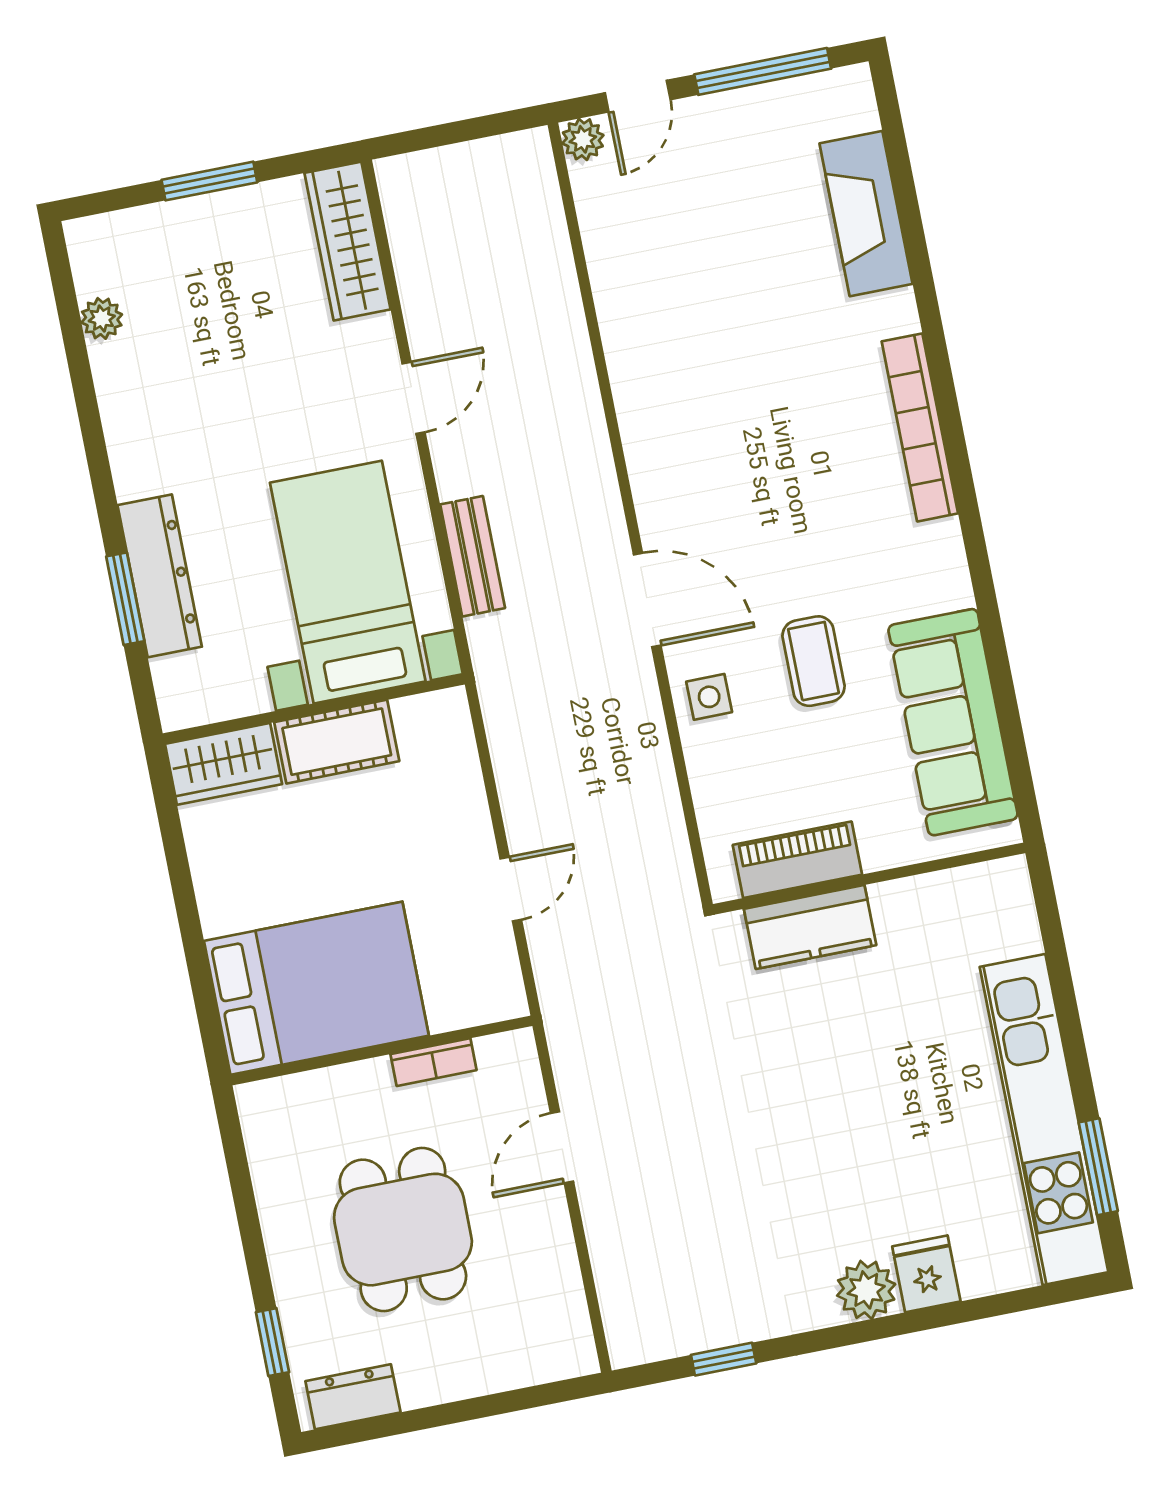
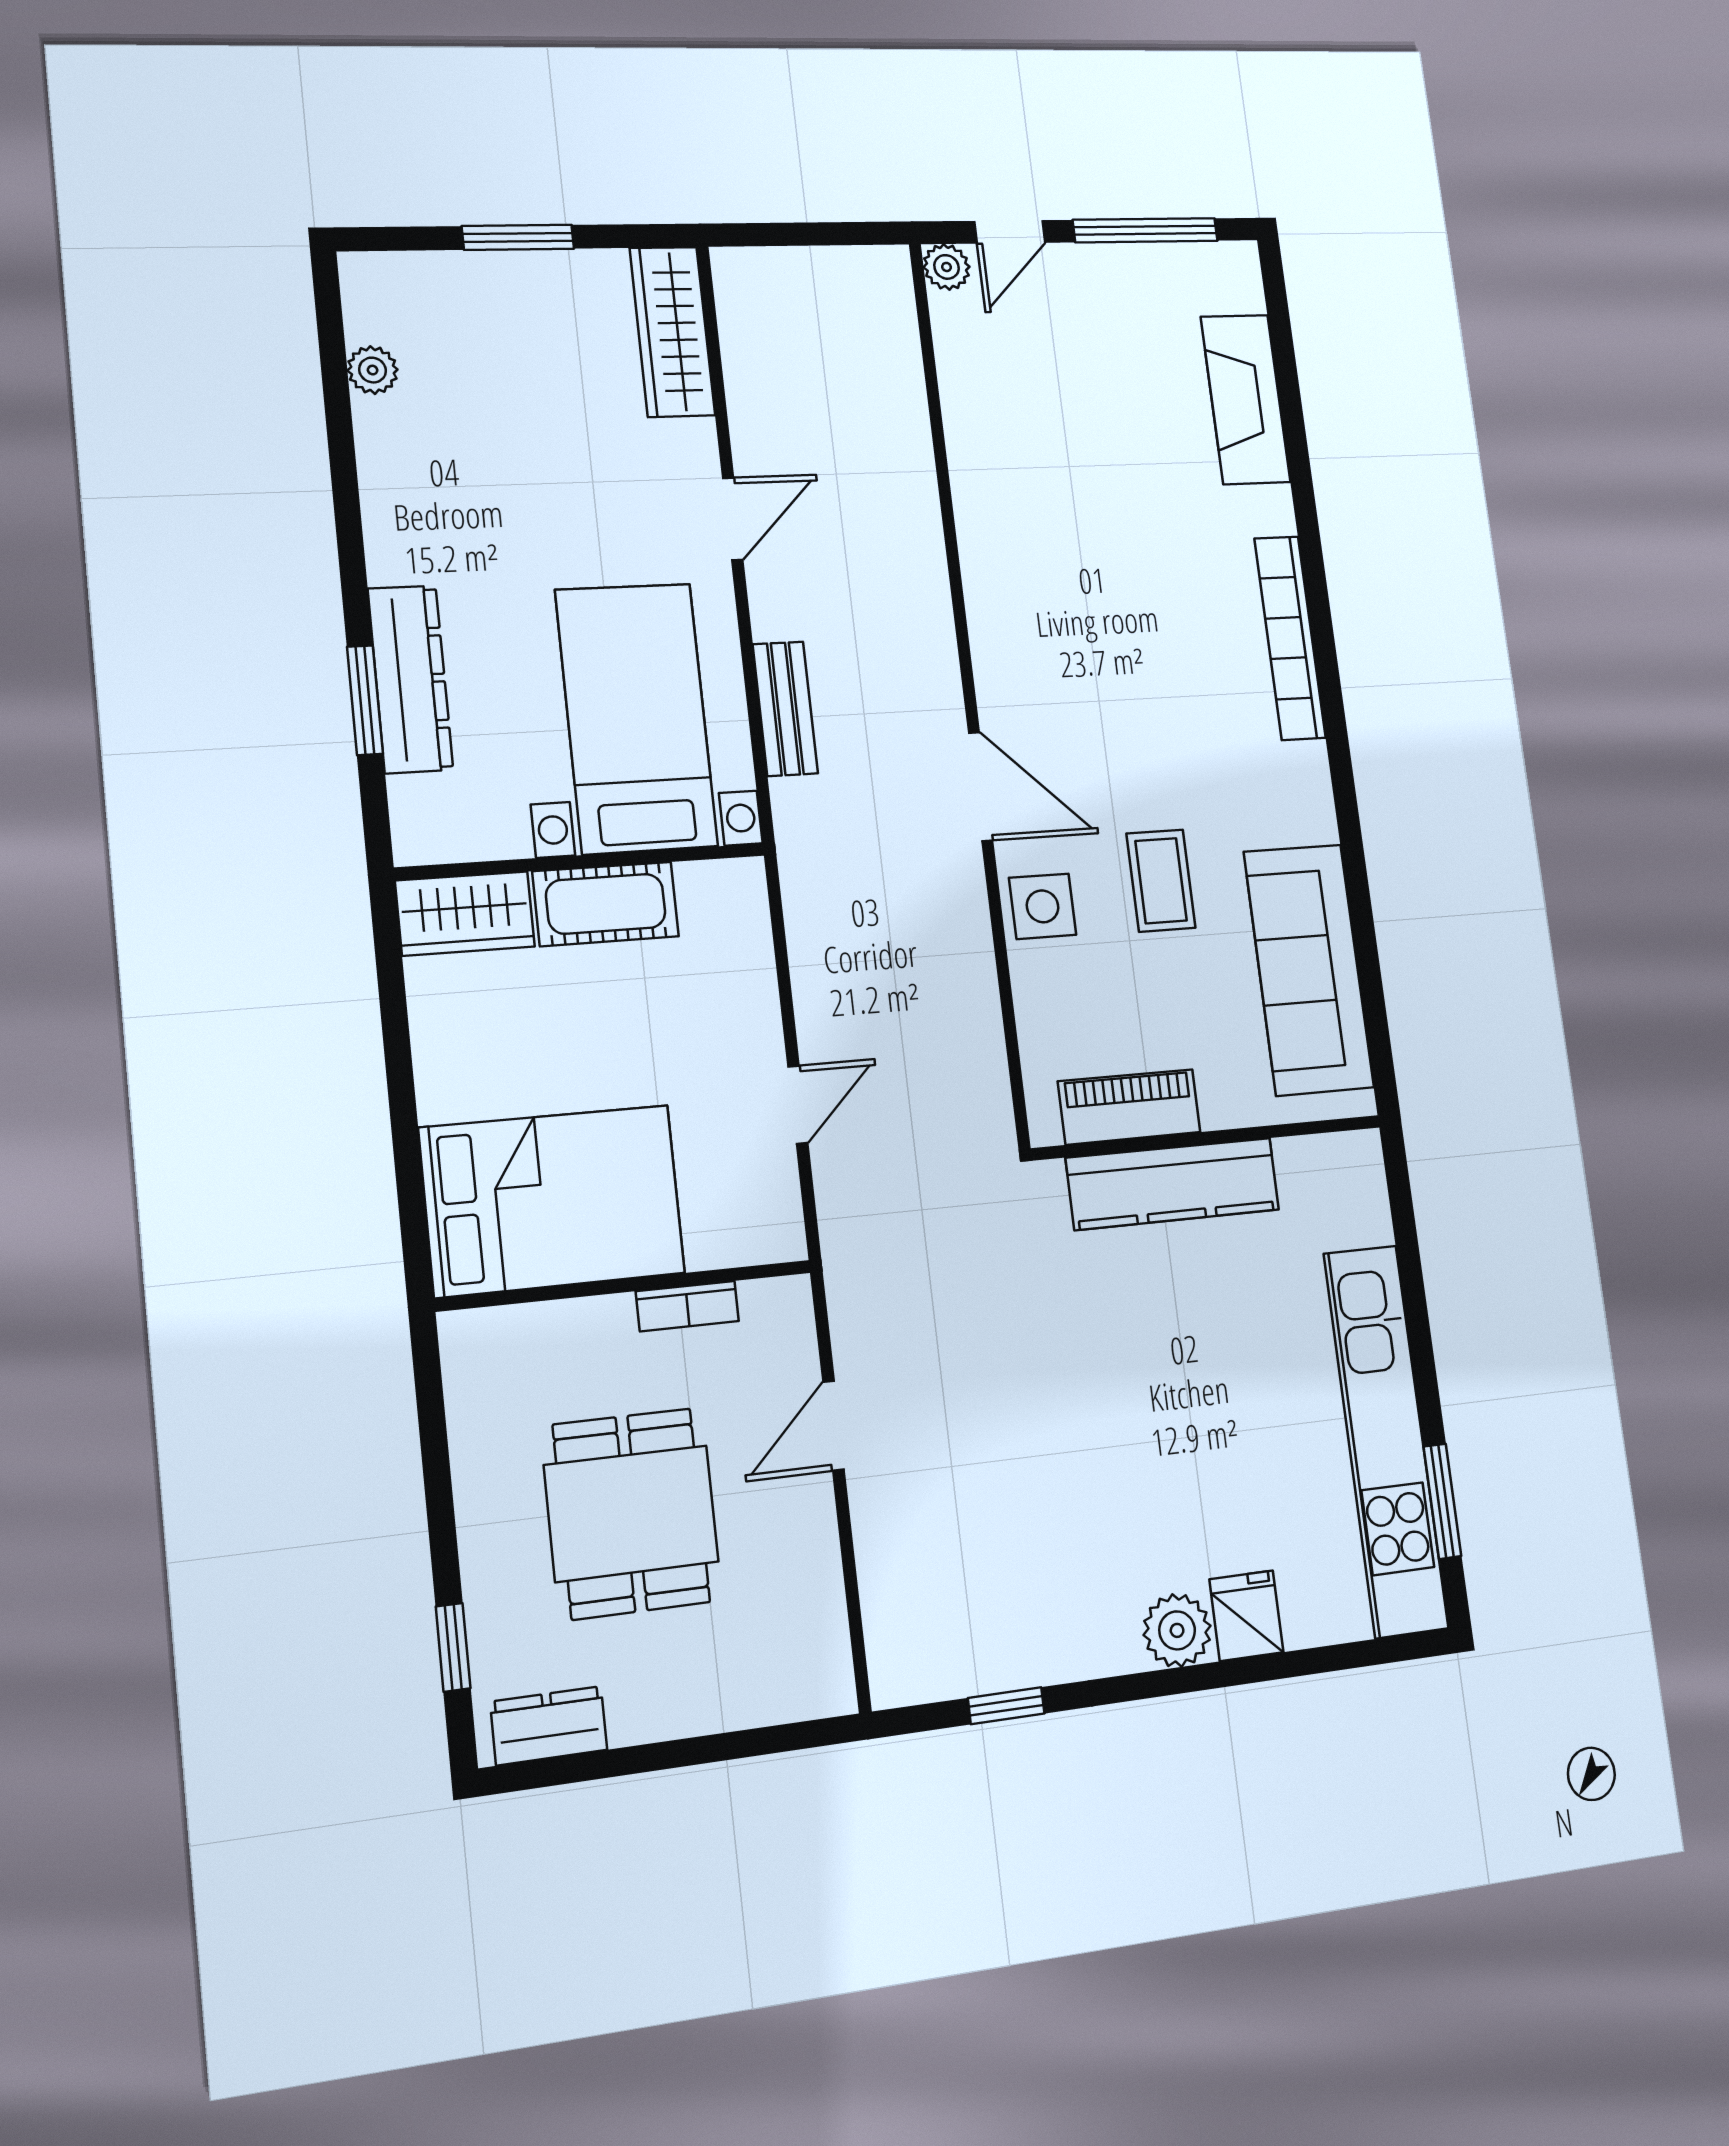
side table: (709, 697) -> (1043, 906), width x1.37, depth x1.37
kitchen counter: (810, 927) -> (1173, 1184), width x1.50

